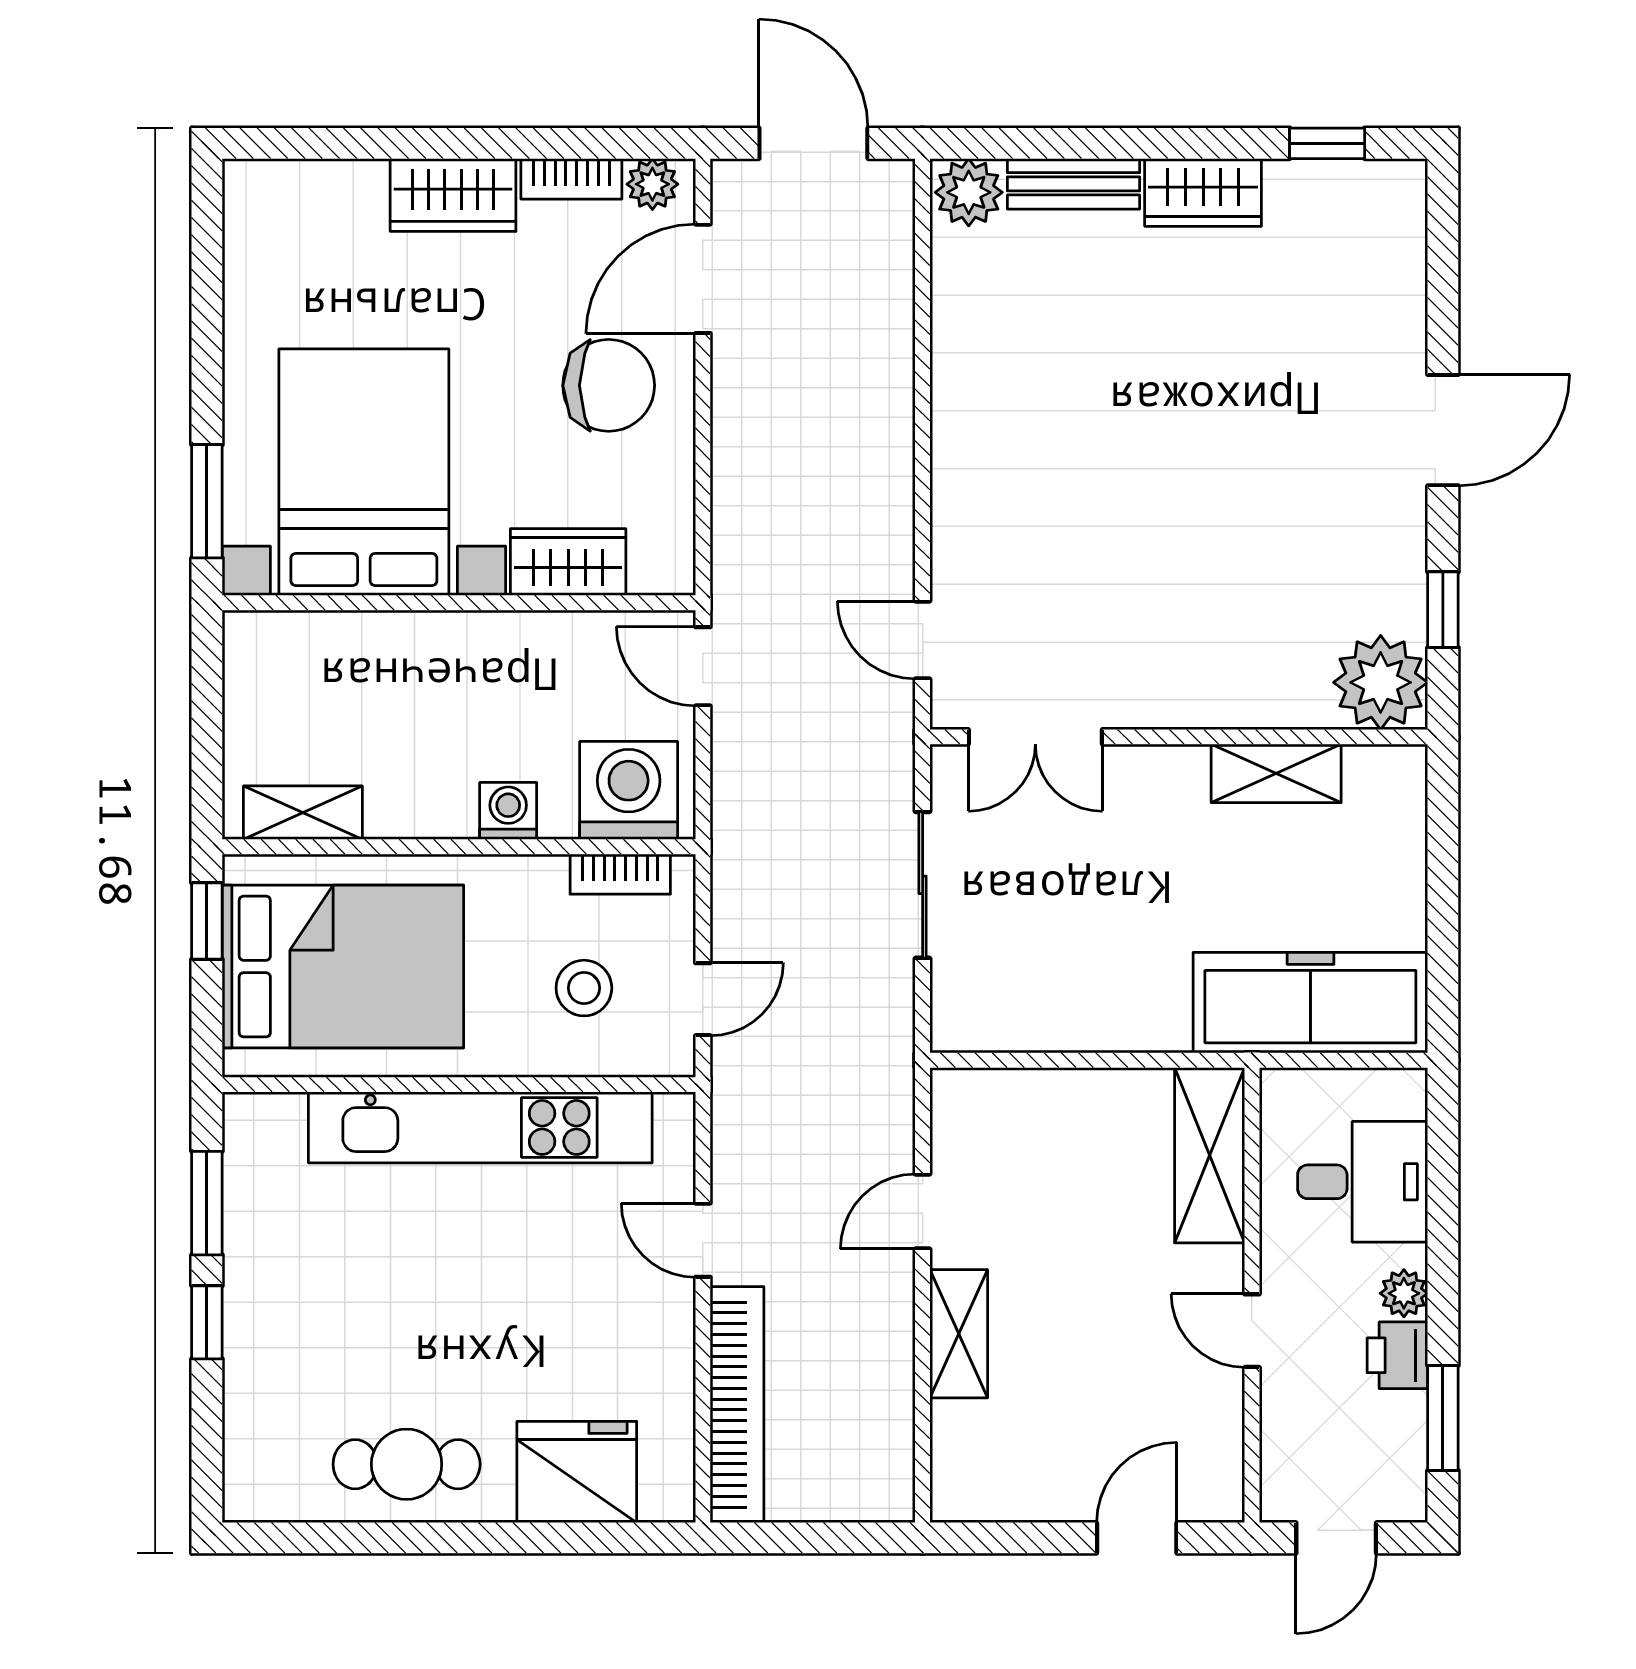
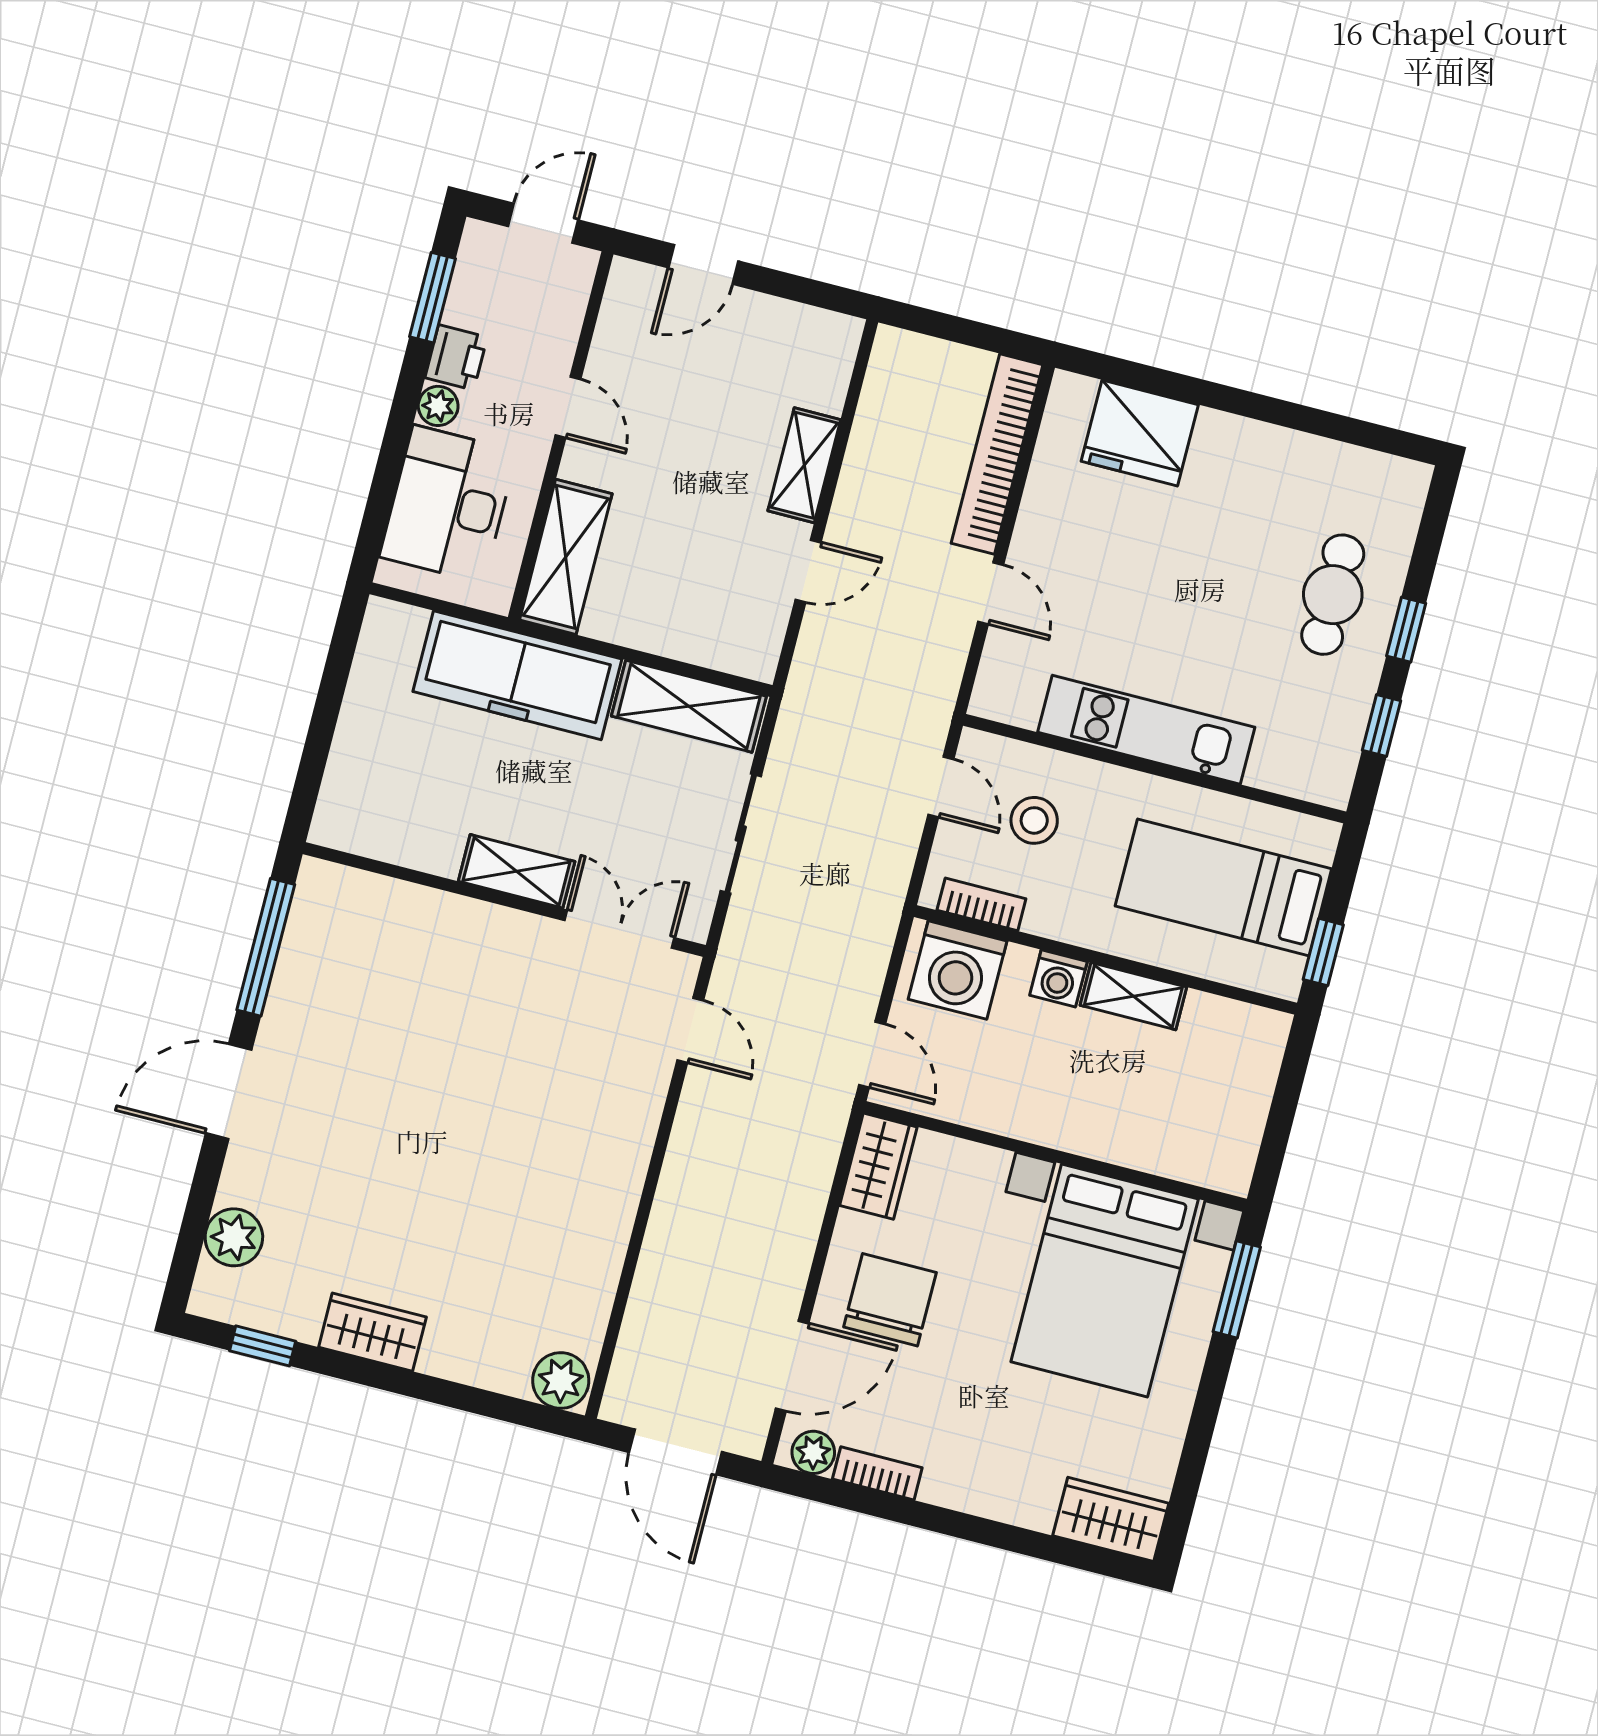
bench: (1074, 184) -> (475, 1366), removed
wardrobe: (453, 195) -> (1111, 1519), moved
chair: (609, 385) -> (890, 1300), turned 90
wardrobe: (568, 562) -> (878, 1166), moved, turned -90
window: (1443, 610) -> (266, 947), width x2.17
plant: (1381, 682) -> (234, 1237), moved, width x0.73, depth x0.73
shelving: (1276, 773) -> (517, 871), moved
shelving: (303, 813) -> (1133, 996), moved
bed: (343, 966) -> (1223, 887), width x0.67
door: (703, 999) -> (941, 787), swing flipped
freezer: (1310, 1003) -> (517, 675), moved
shelving: (1021, 1018) -> (689, 706), added
kitchen unit: (480, 1127) -> (1146, 730), width x0.73
desk: (1363, 1182) -> (448, 504), width x1.37
window: (207, 1203) -> (1382, 725), width x0.67
cafe table: (407, 1464) -> (1333, 595), moved, turned 90

